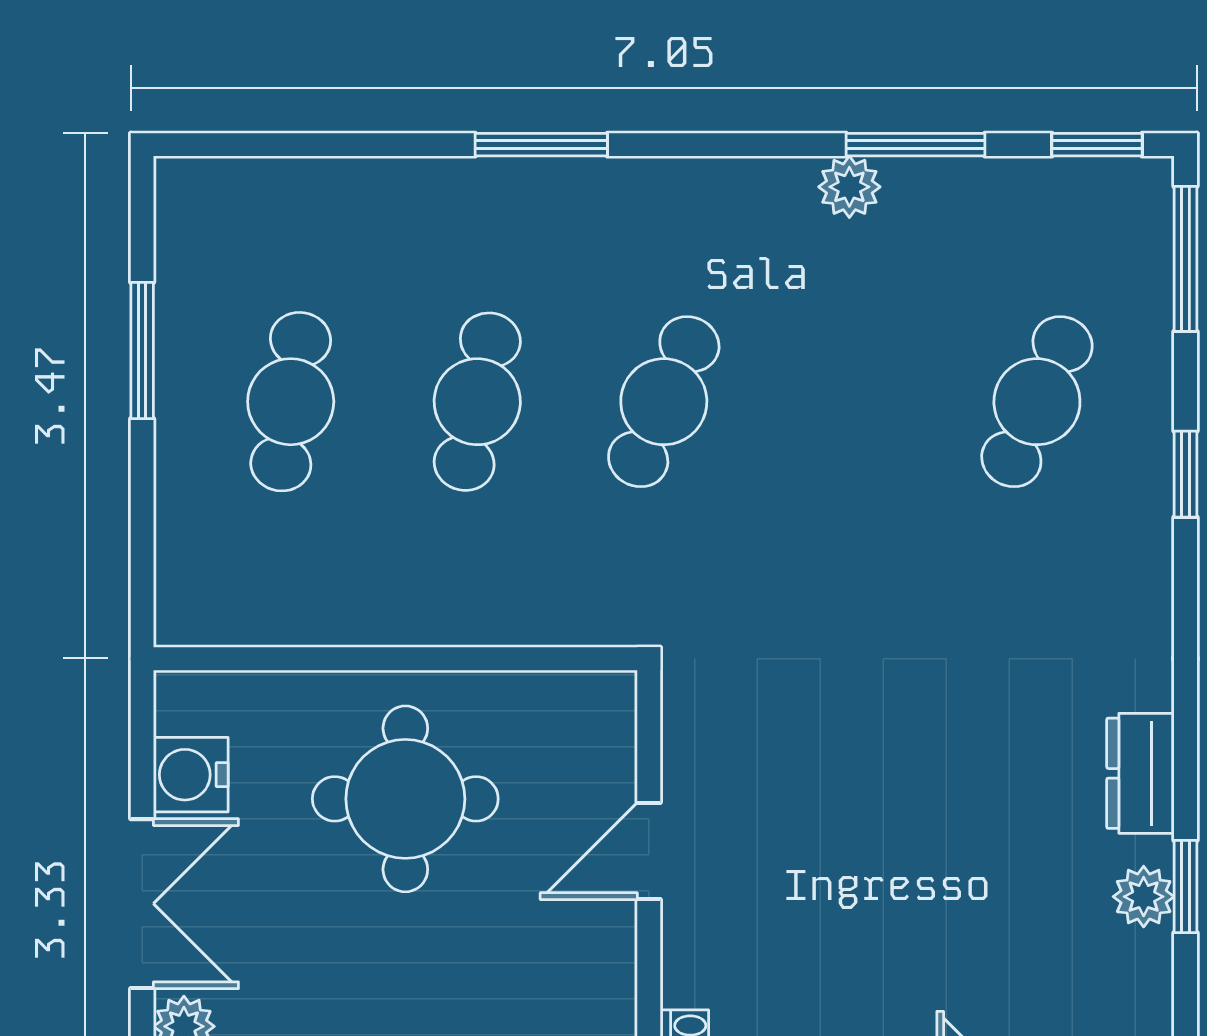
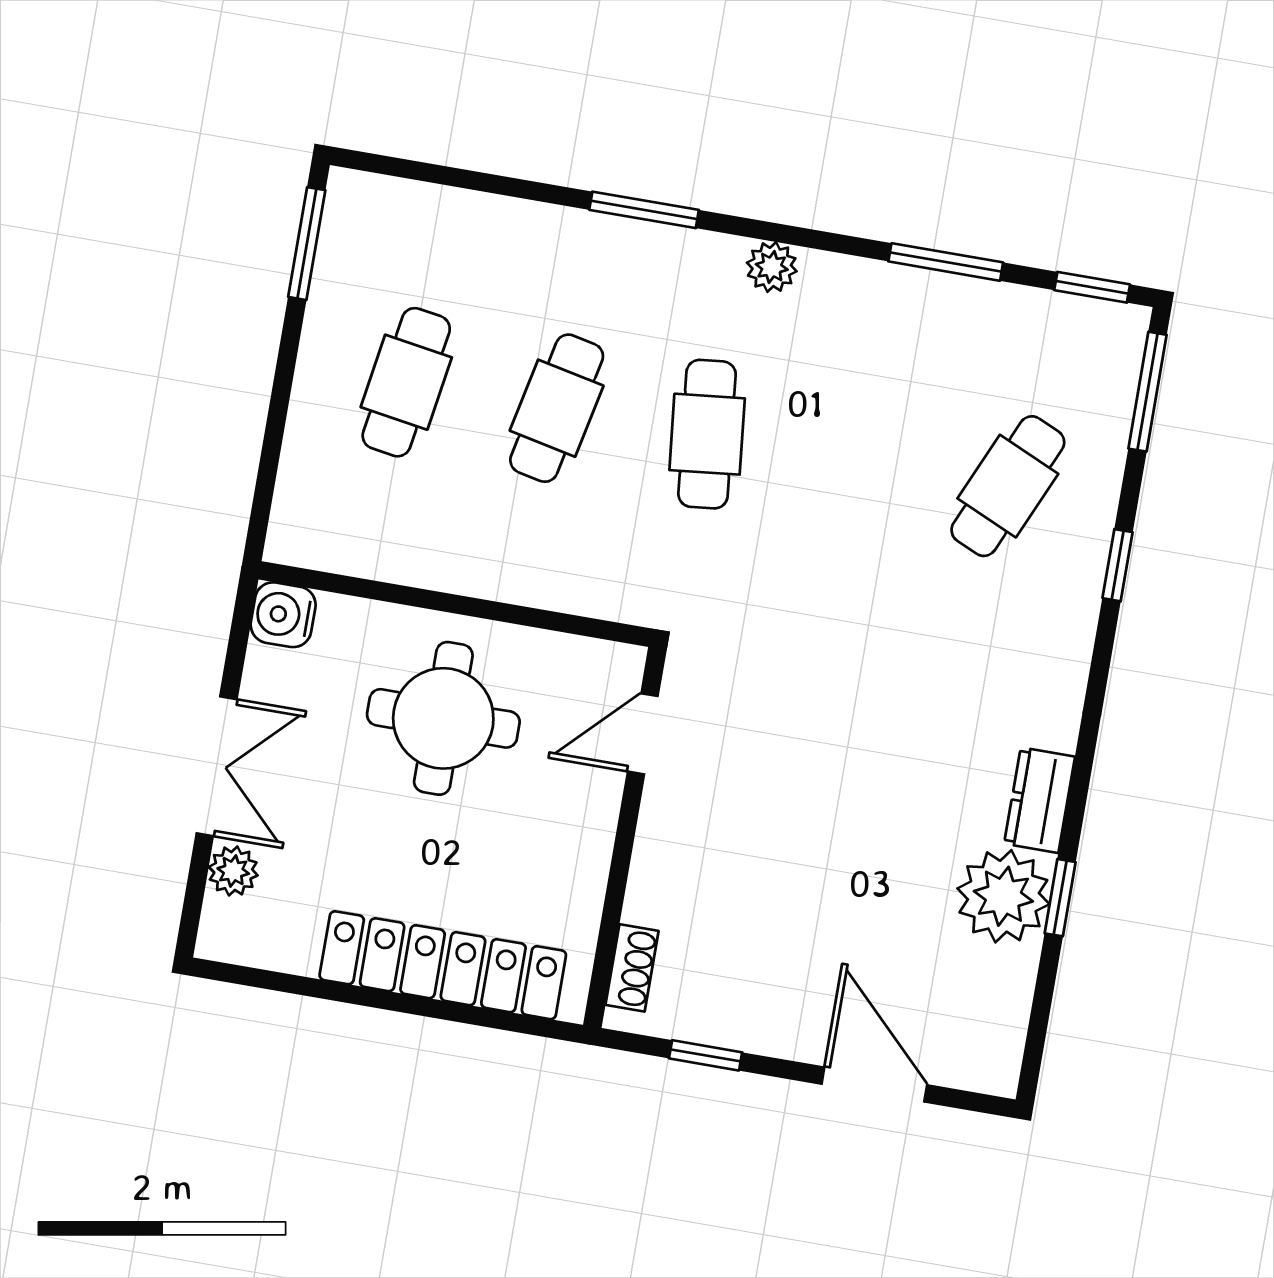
plant: (849, 187) -> (772, 267), moved
window: (142, 351) -> (307, 244), moved
cafe table: (664, 402) -> (707, 434), turned -30
water cooler: (191, 775) -> (283, 615), moved
door: (649, 851) -> (643, 734), moved
plant: (1144, 897) -> (1003, 896), width x1.87, depth x1.87

